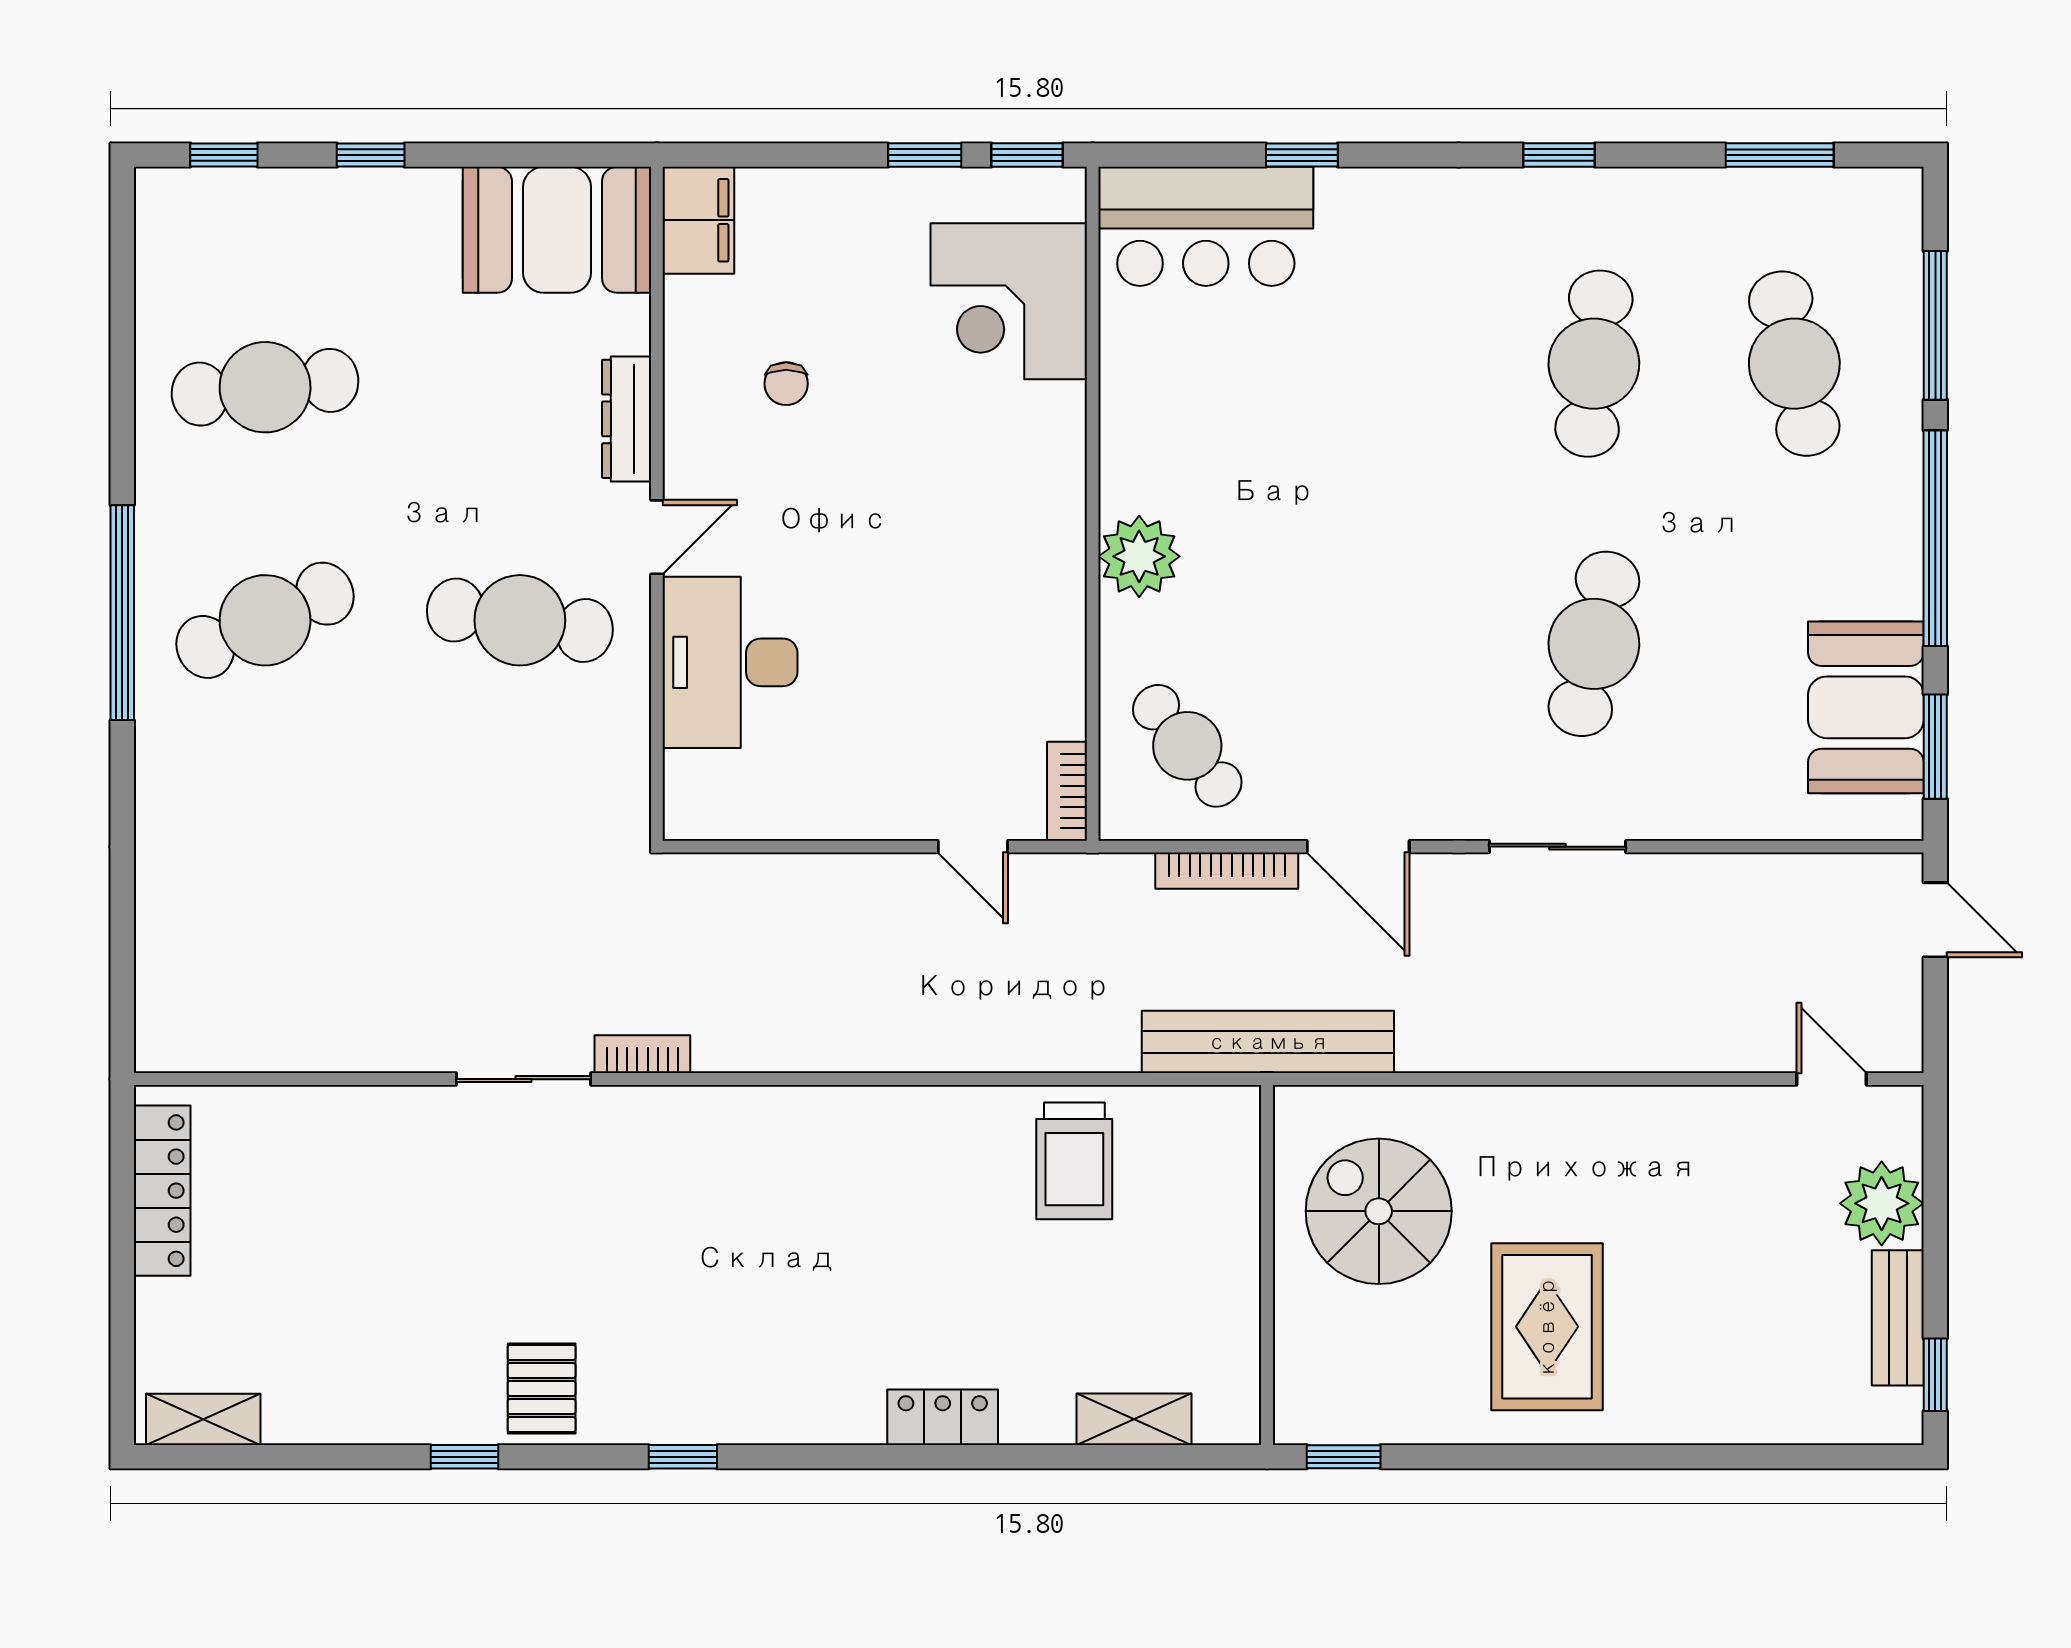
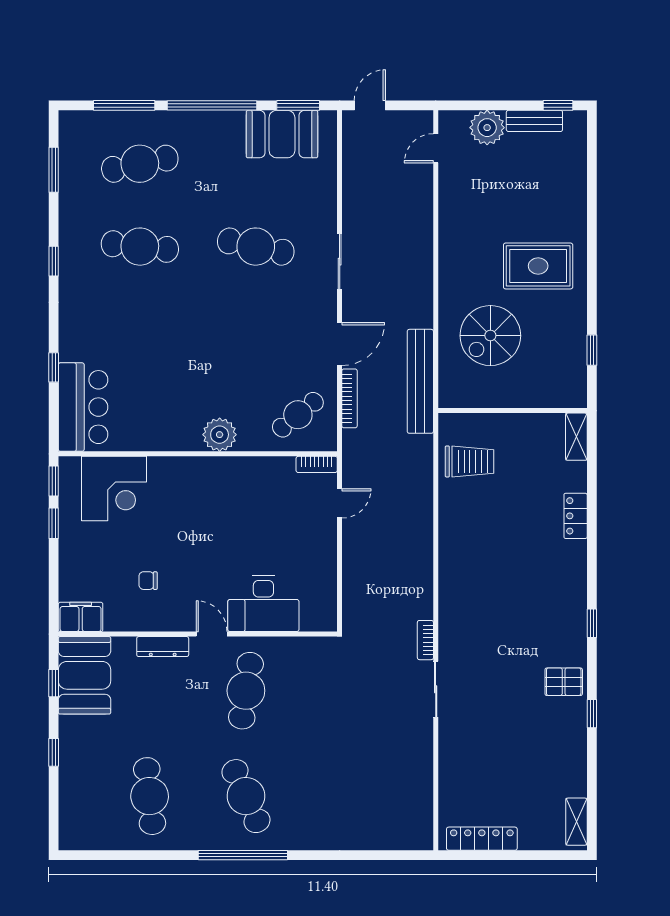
window: (224, 155) -> (54, 683), moved
chair: (786, 384) -> (148, 581), turned 180
wall: (1267, 1265) -> (513, 411), moved

